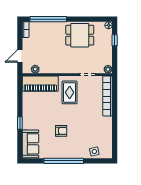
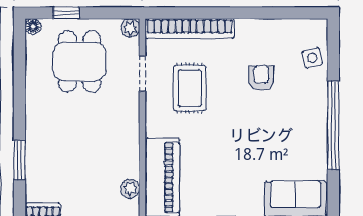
window: (48, 19) -> (20, 160), width x0.47
dining table: (80, 35) -> (80, 61), moved
rug: (70, 92) -> (190, 88), moved, turned 90
armchair: (61, 131) -> (261, 78), moved

